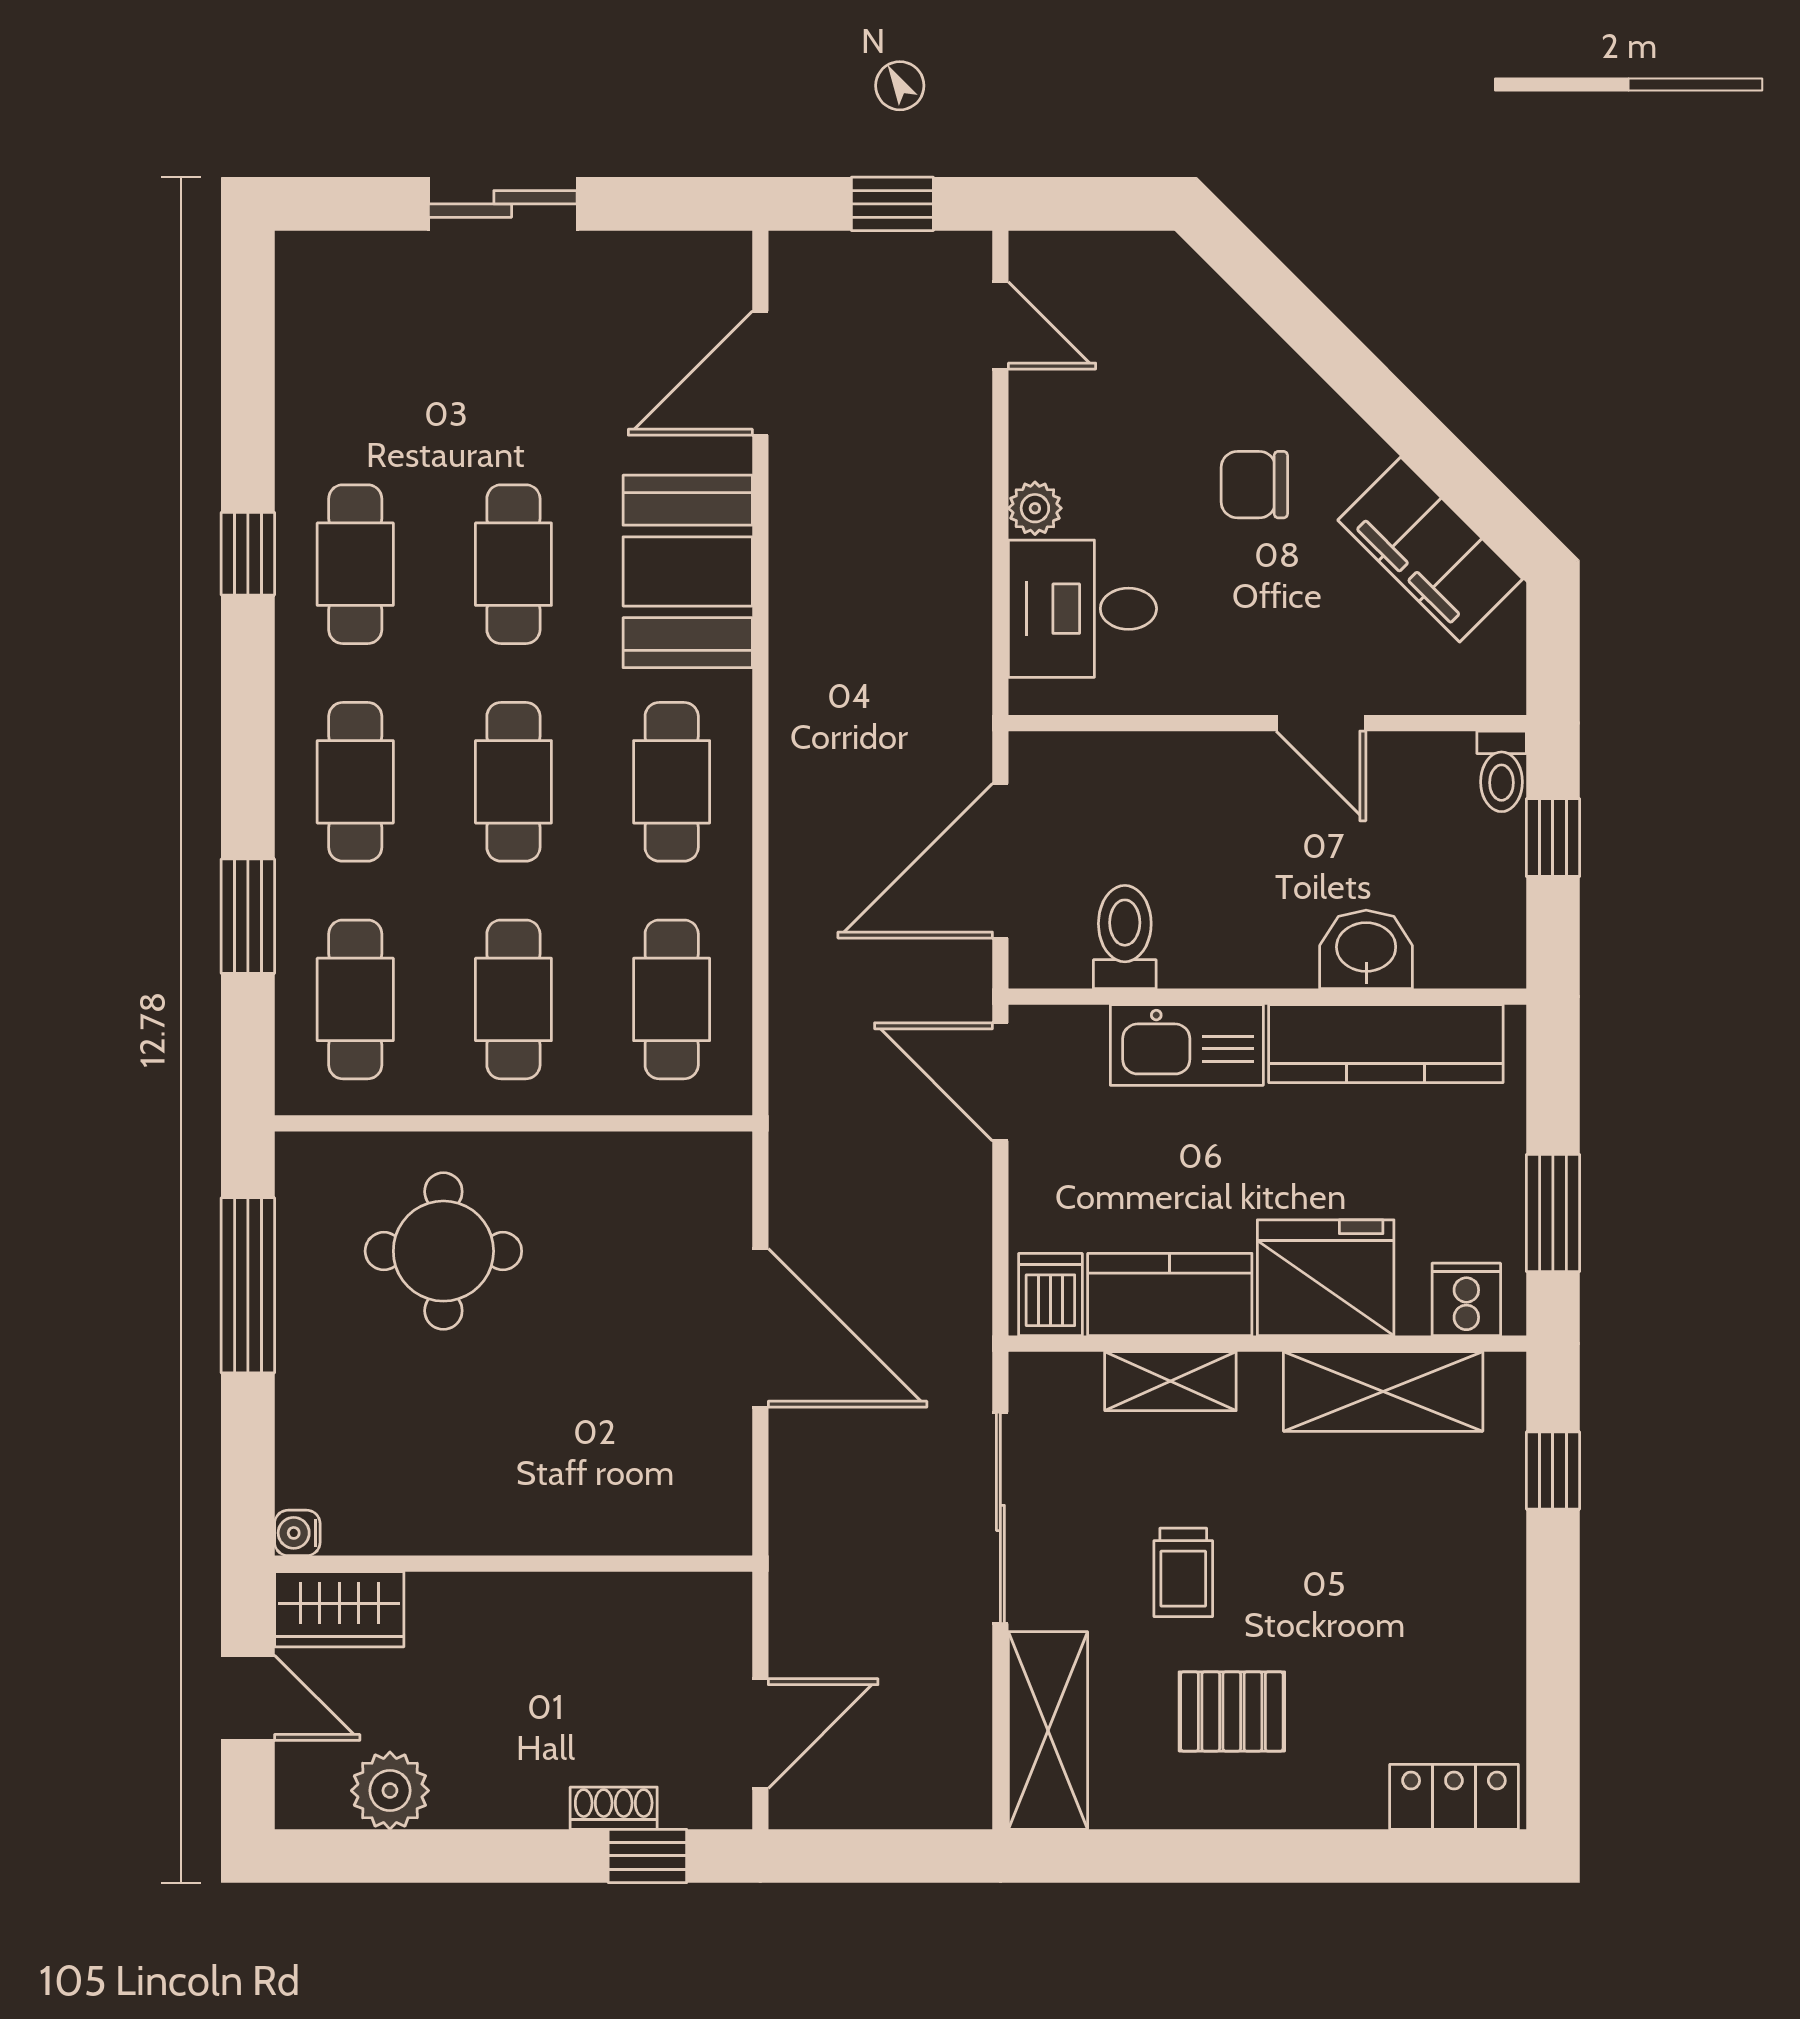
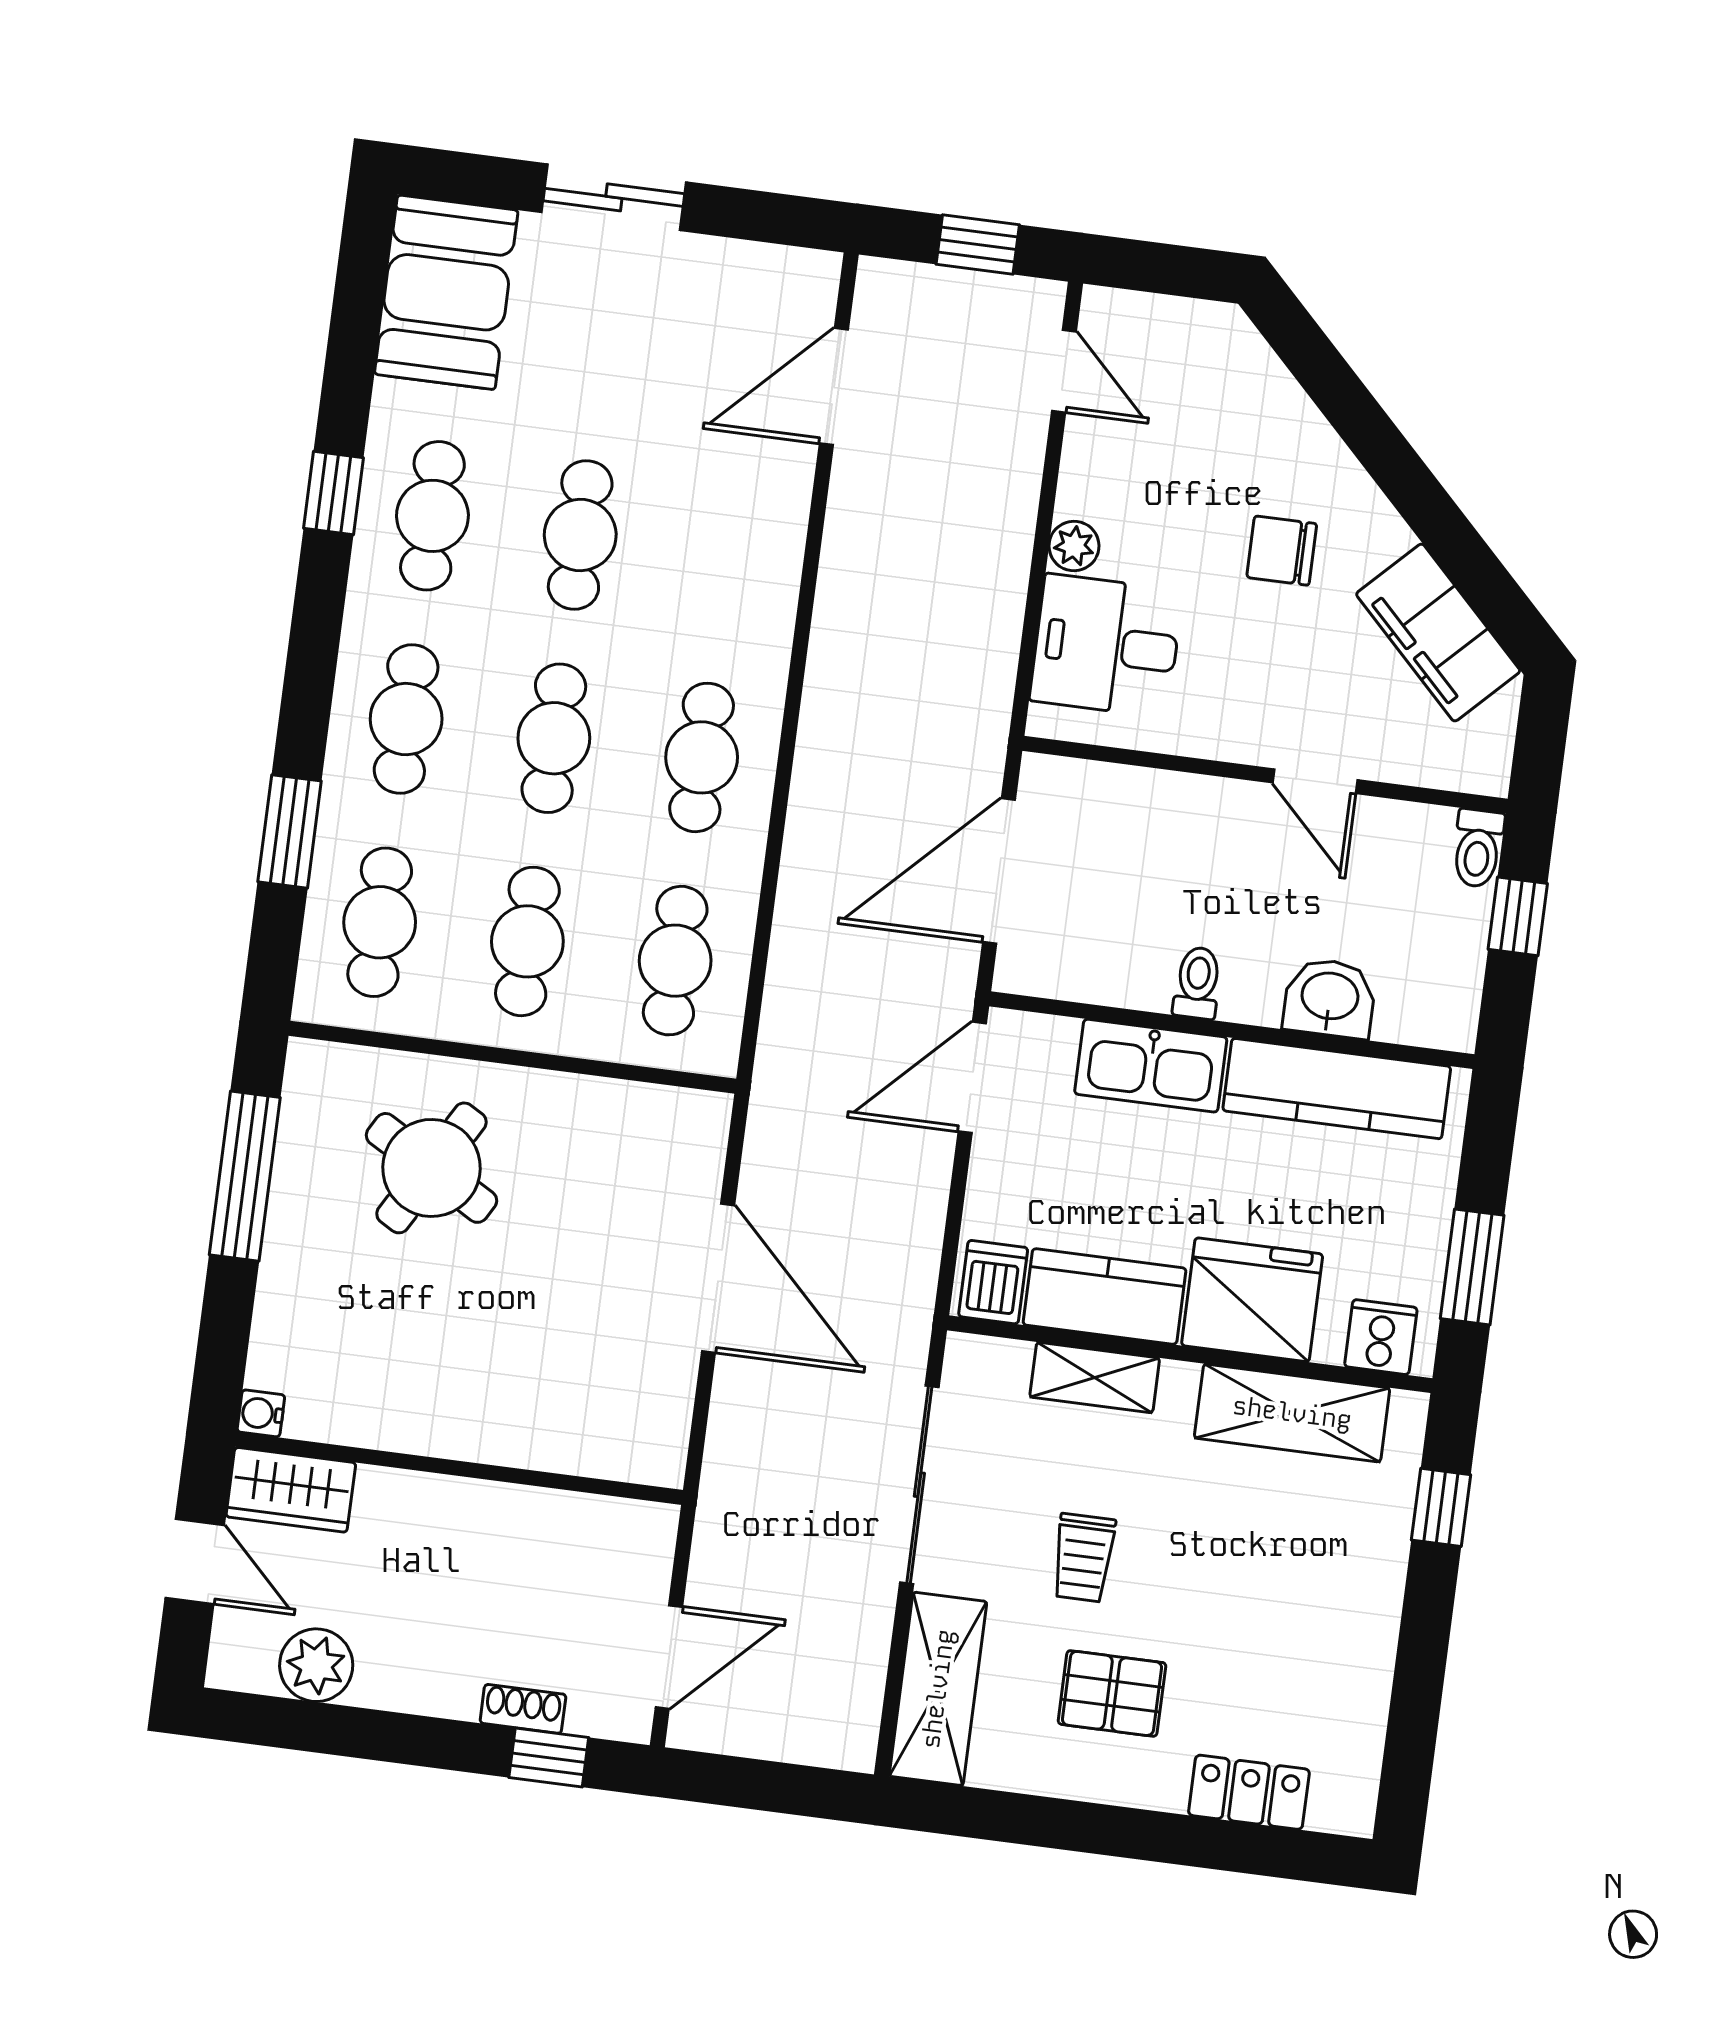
booth: (688, 571) -> (446, 292), moved
toilet: (1125, 937) -> (1197, 983), moved, width x0.73, depth x0.72
door: (1000, 1082) -> (972, 1077), hinge flipped
round table: (443, 1251) -> (432, 1168), turned 30
locker: (1454, 1797) -> (1249, 1792), moved

